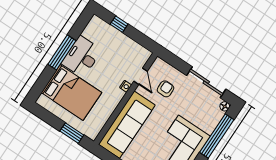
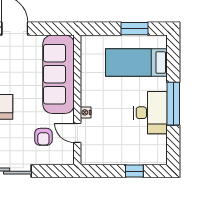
bed: (71, 93) -> (136, 63), width x0.67
window: (72, 133) -> (134, 29), moved

